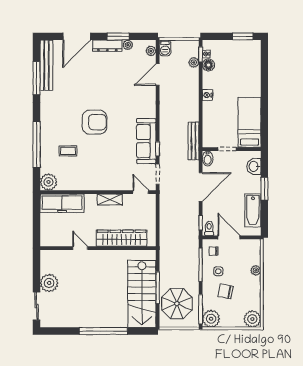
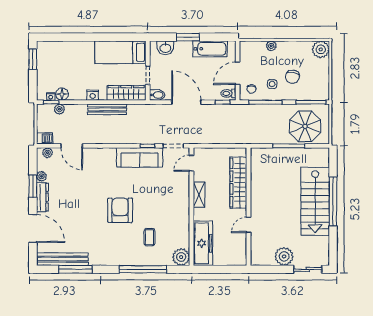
wardrobe: (210, 128) -> (126, 93), added
bench: (193, 141) -> (107, 109), moved
stairs: (142, 294) -> (315, 201), moved, turned 90
plant: (211, 319) -> (320, 91), removed

